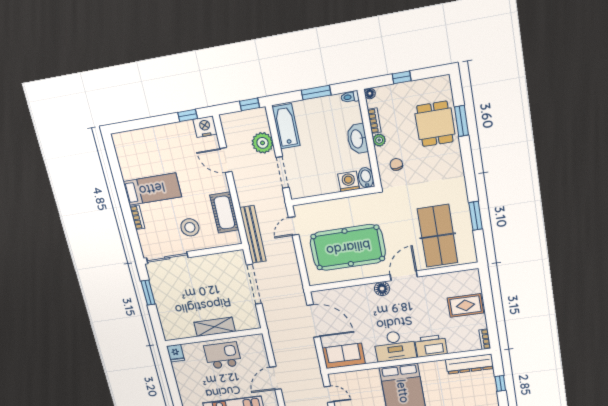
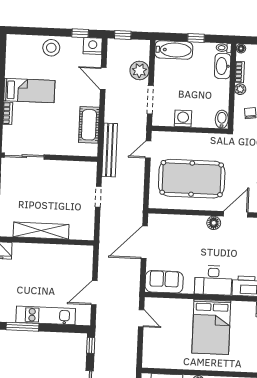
window: (316, 93) -> (196, 38), width x0.67
window: (249, 104) -> (123, 35), moved
bathtub: (286, 126) -> (174, 50), moved, turned 90
washbasin: (357, 139) -> (223, 66), moved
washing machine: (349, 181) -> (183, 119), moved
stool: (190, 227) -> (51, 48), moved
doorway: (254, 284) -> (98, 197), width x0.53
door: (314, 321) -> (144, 242), swing flipped
shelving: (215, 327) -> (41, 231), width x1.47
kitchen island: (223, 355) -> (50, 261), removed

